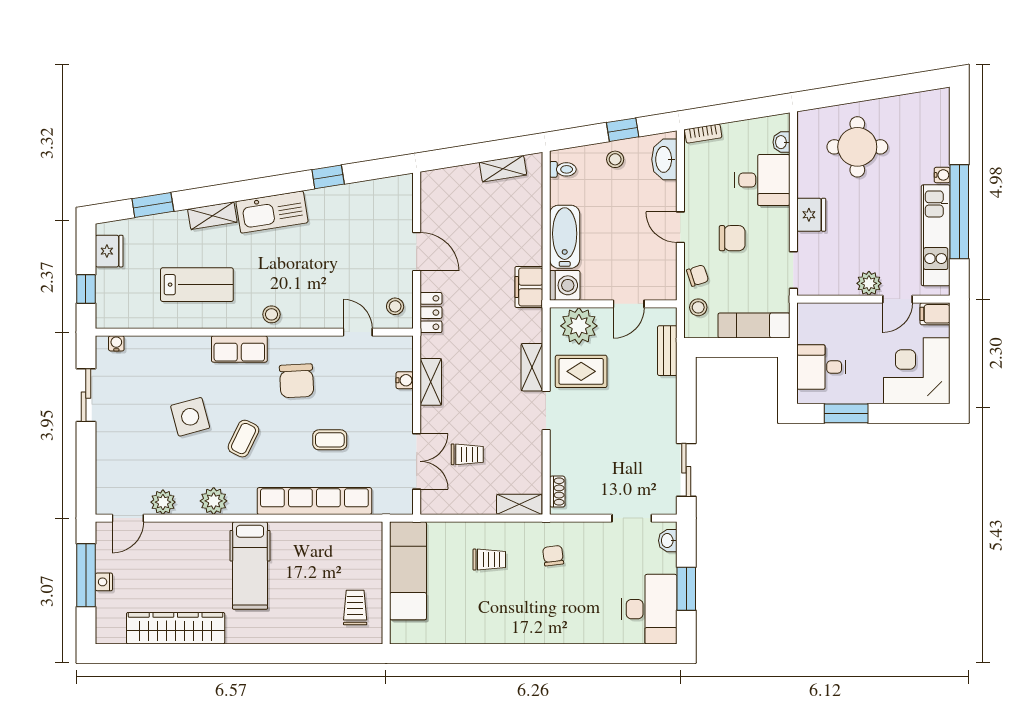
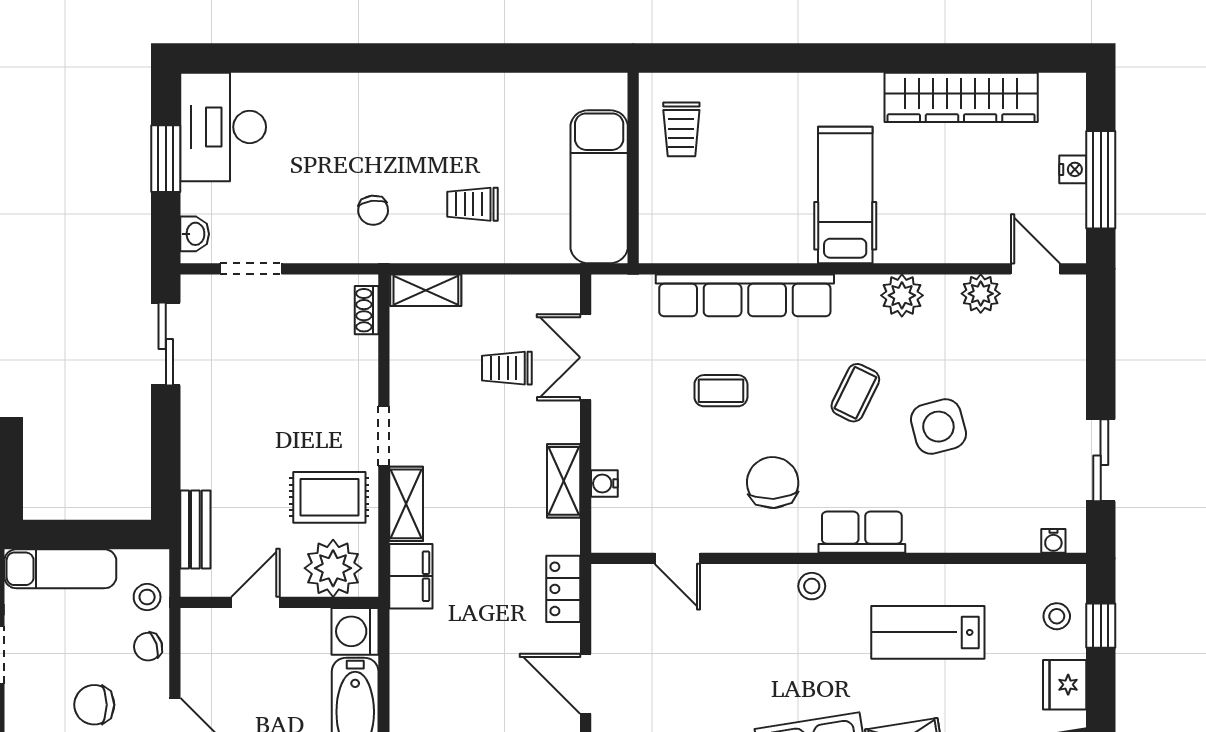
filing cabinet: (529, 287) -> (411, 576), moved
stool: (395, 306) -> (1057, 616), moved
door: (128, 518) -> (1035, 269), hinge flipped

